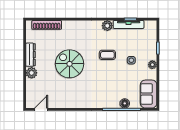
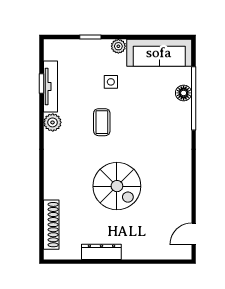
spiral stairs: (70, 64) -> (117, 186), turned -90
plant: (32, 73) -> (132, 250), removed
sofa: (149, 94) -> (159, 53), width x1.36
door: (41, 109) -> (194, 234), hinge flipped

